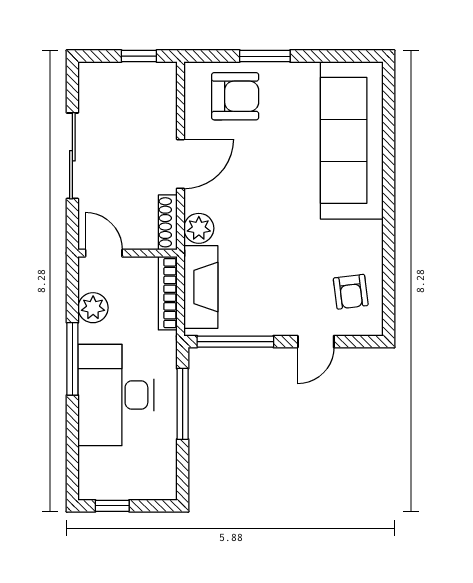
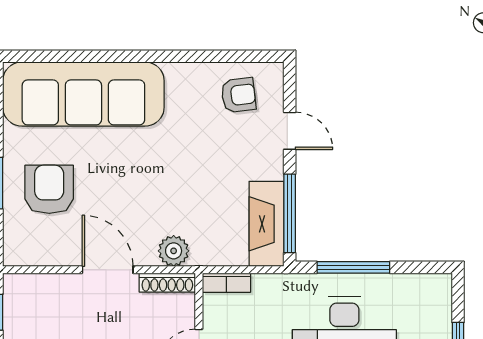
armchair: (235, 96) -> (49, 189), moved
fireplace: (201, 287) -> (266, 224), moved, turned -90
bookcase: (168, 293) -> (226, 283), width x0.64

